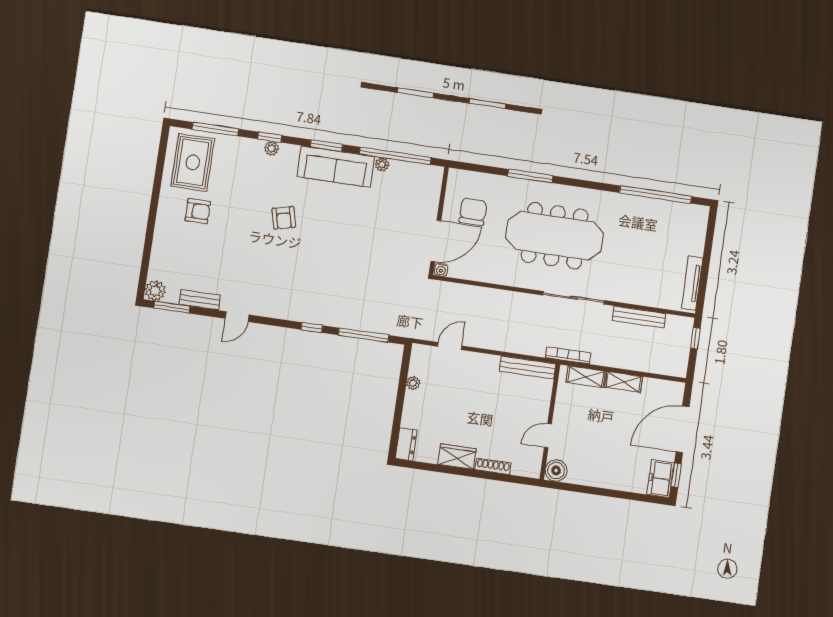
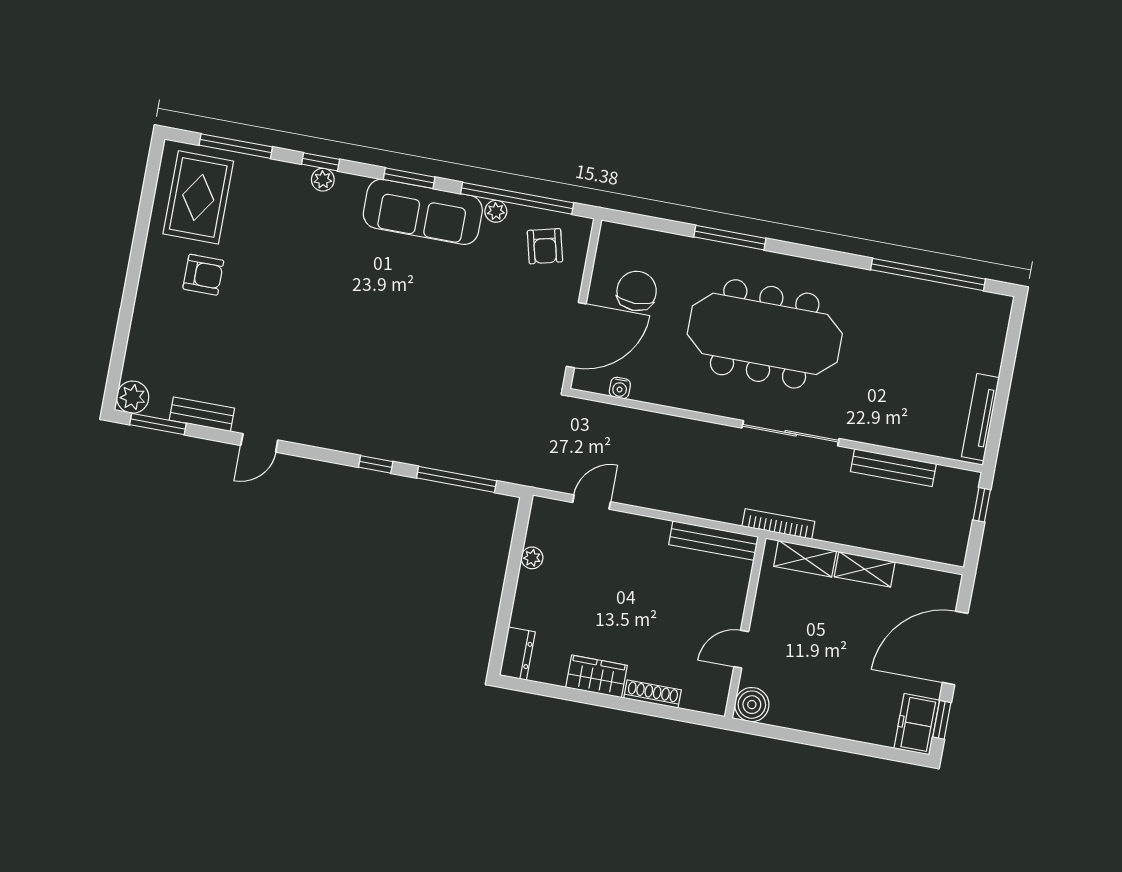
armchair: (284, 218) -> (545, 246), moved
water cooler: (441, 270) -> (620, 388), moved

